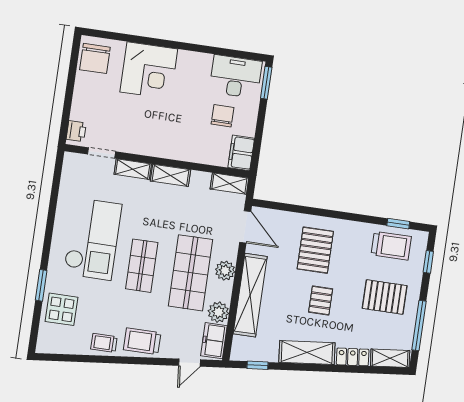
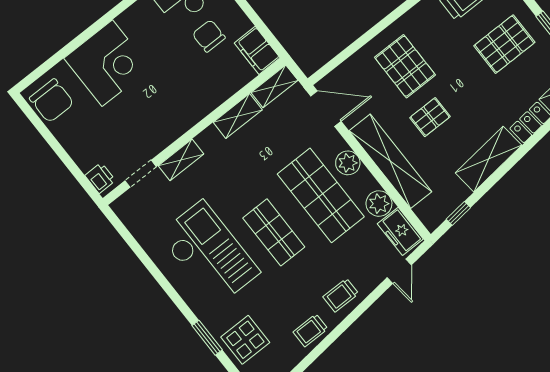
shelving: (170, 175) -> (238, 116), moved
pallet: (321, 301) -> (430, 117), moved, turned 90
trolley: (142, 341) -> (341, 295), width x0.73, depth x0.72

